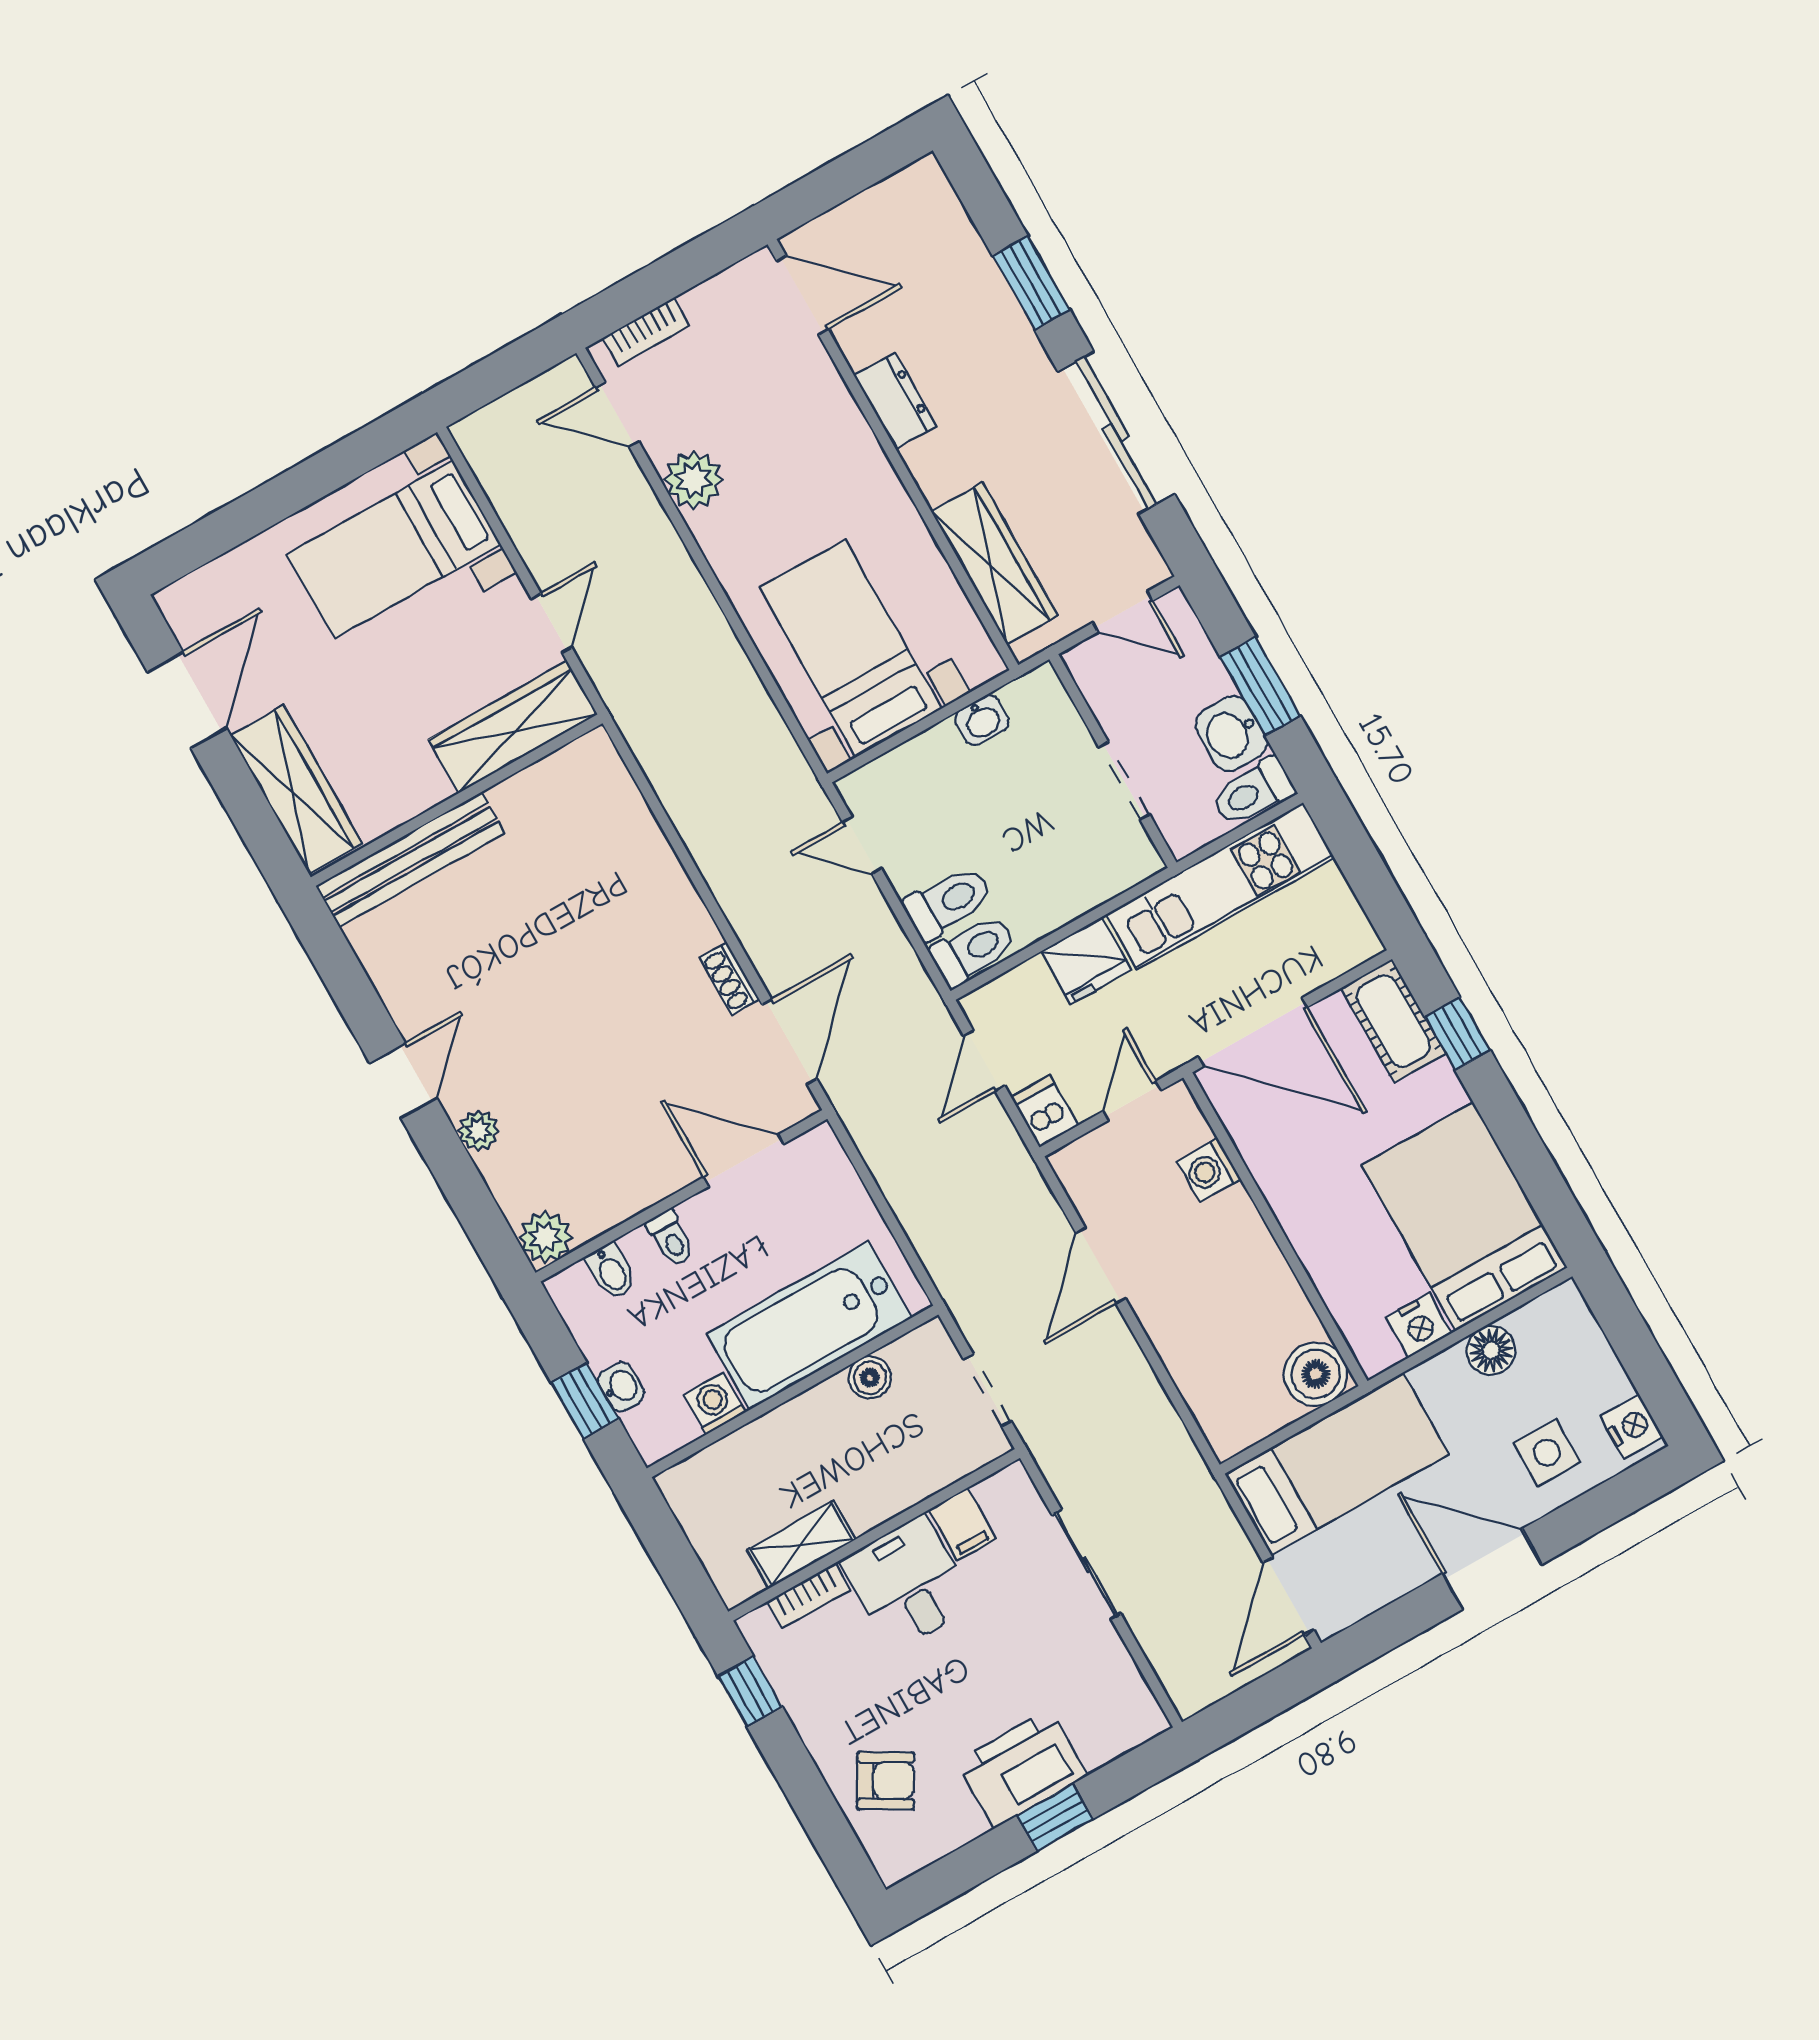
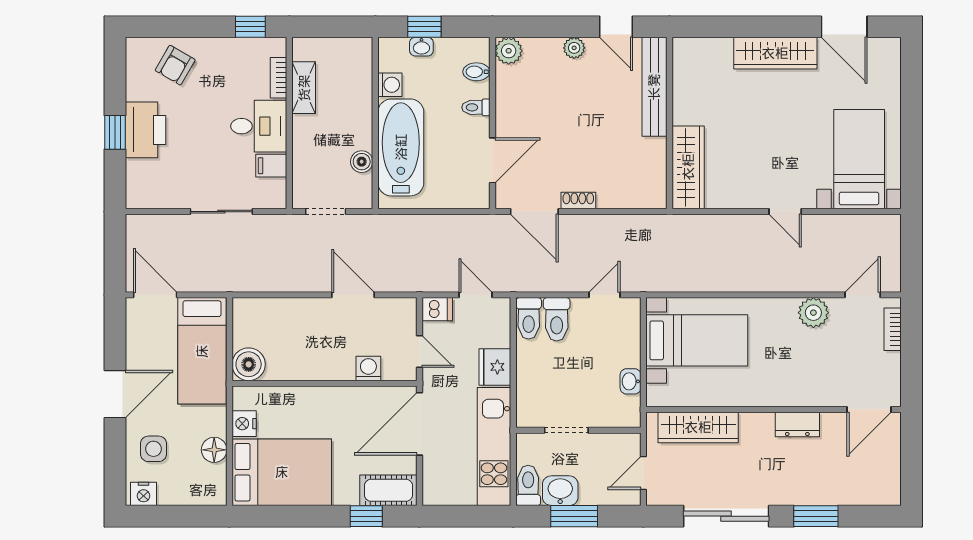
wardrobe: (513, 727) -> (688, 167), moved
wall: (457, 800) -> (669, 123), moved
bench: (410, 860) -> (654, 87), moved

